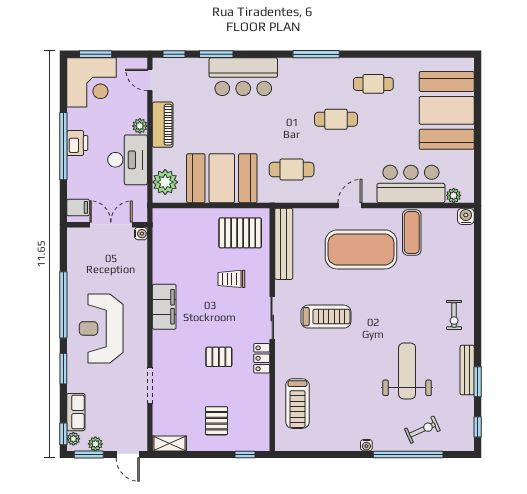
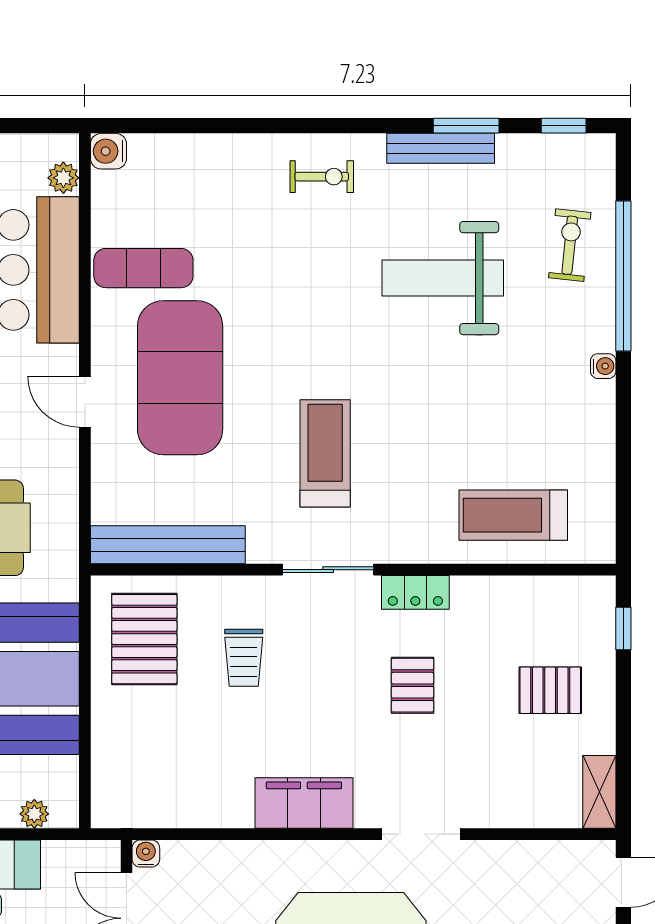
plant: (165, 182) -> (34, 814), width x0.53, depth x0.53
doorway: (150, 385) -> (421, 834), moved
treadmill: (297, 404) -> (513, 515), turned 180
exercise bike: (422, 430) -> (570, 245), turned 30

